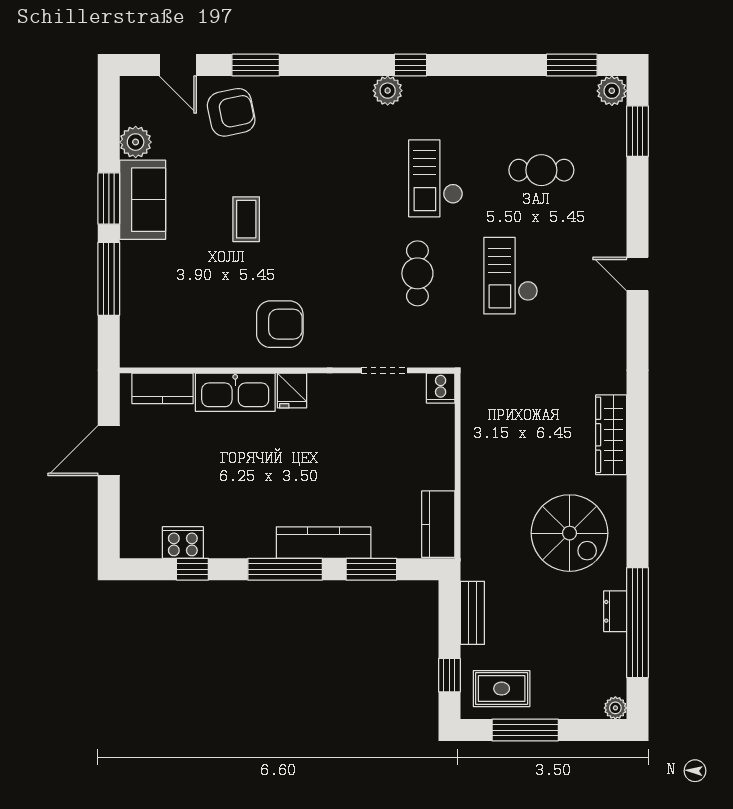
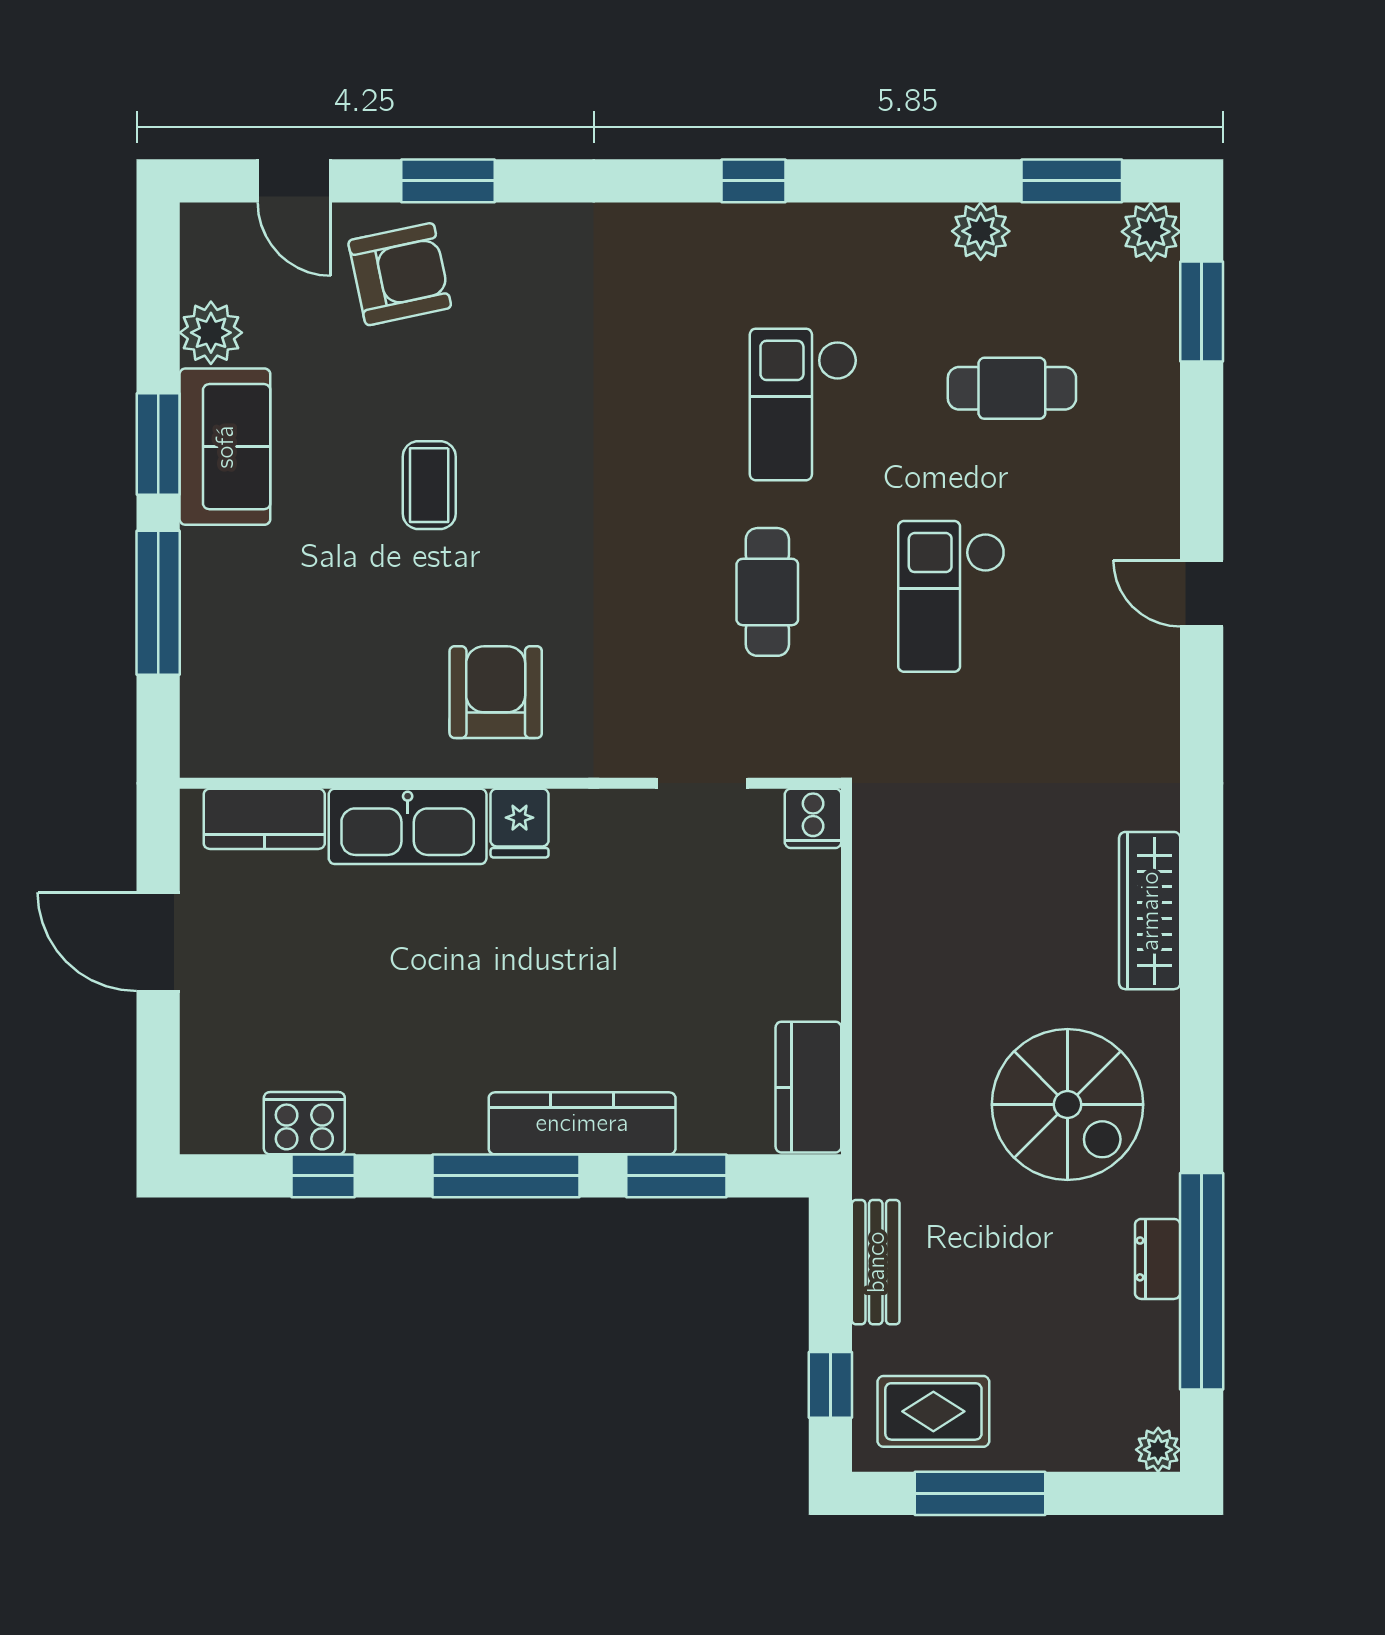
plant: (388, 91) -> (981, 231), moved
armchair: (280, 324) -> (496, 692), turned -90
door: (109, 451) -> (158, 942), hinge flipped

